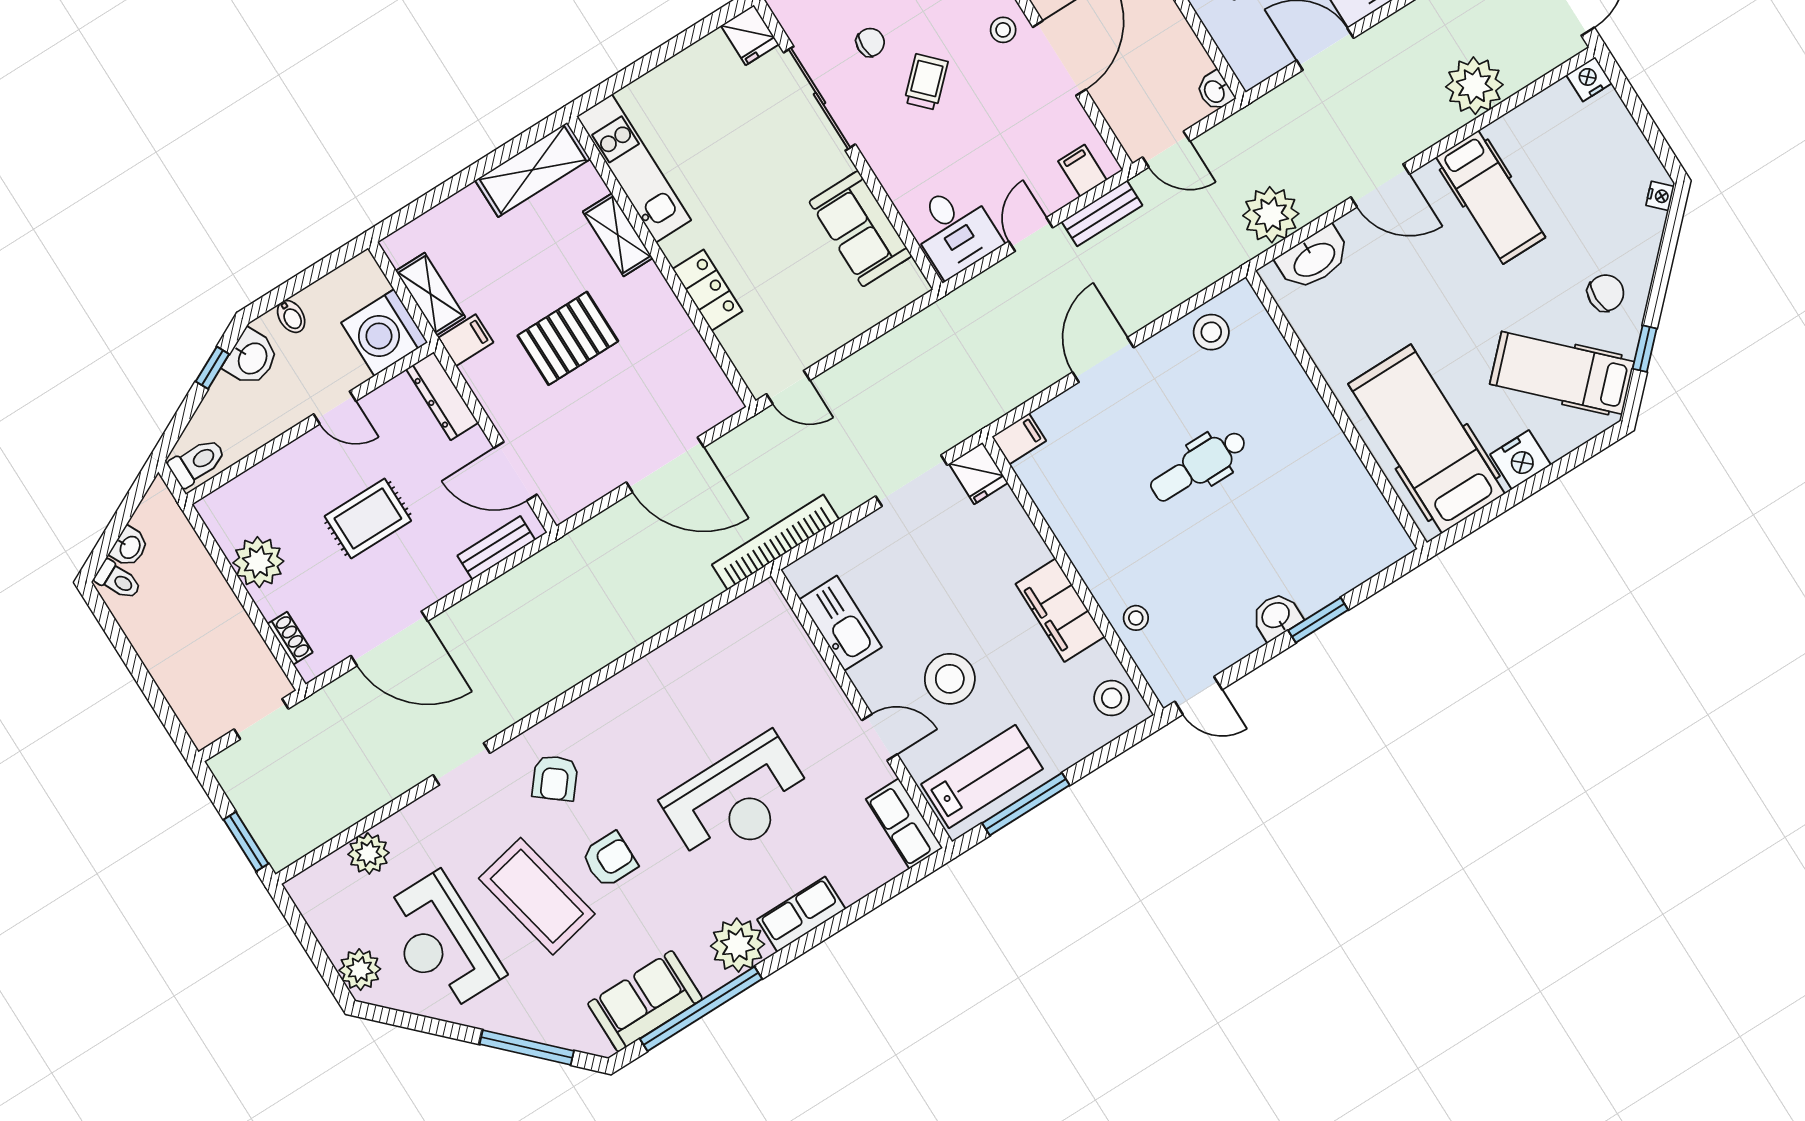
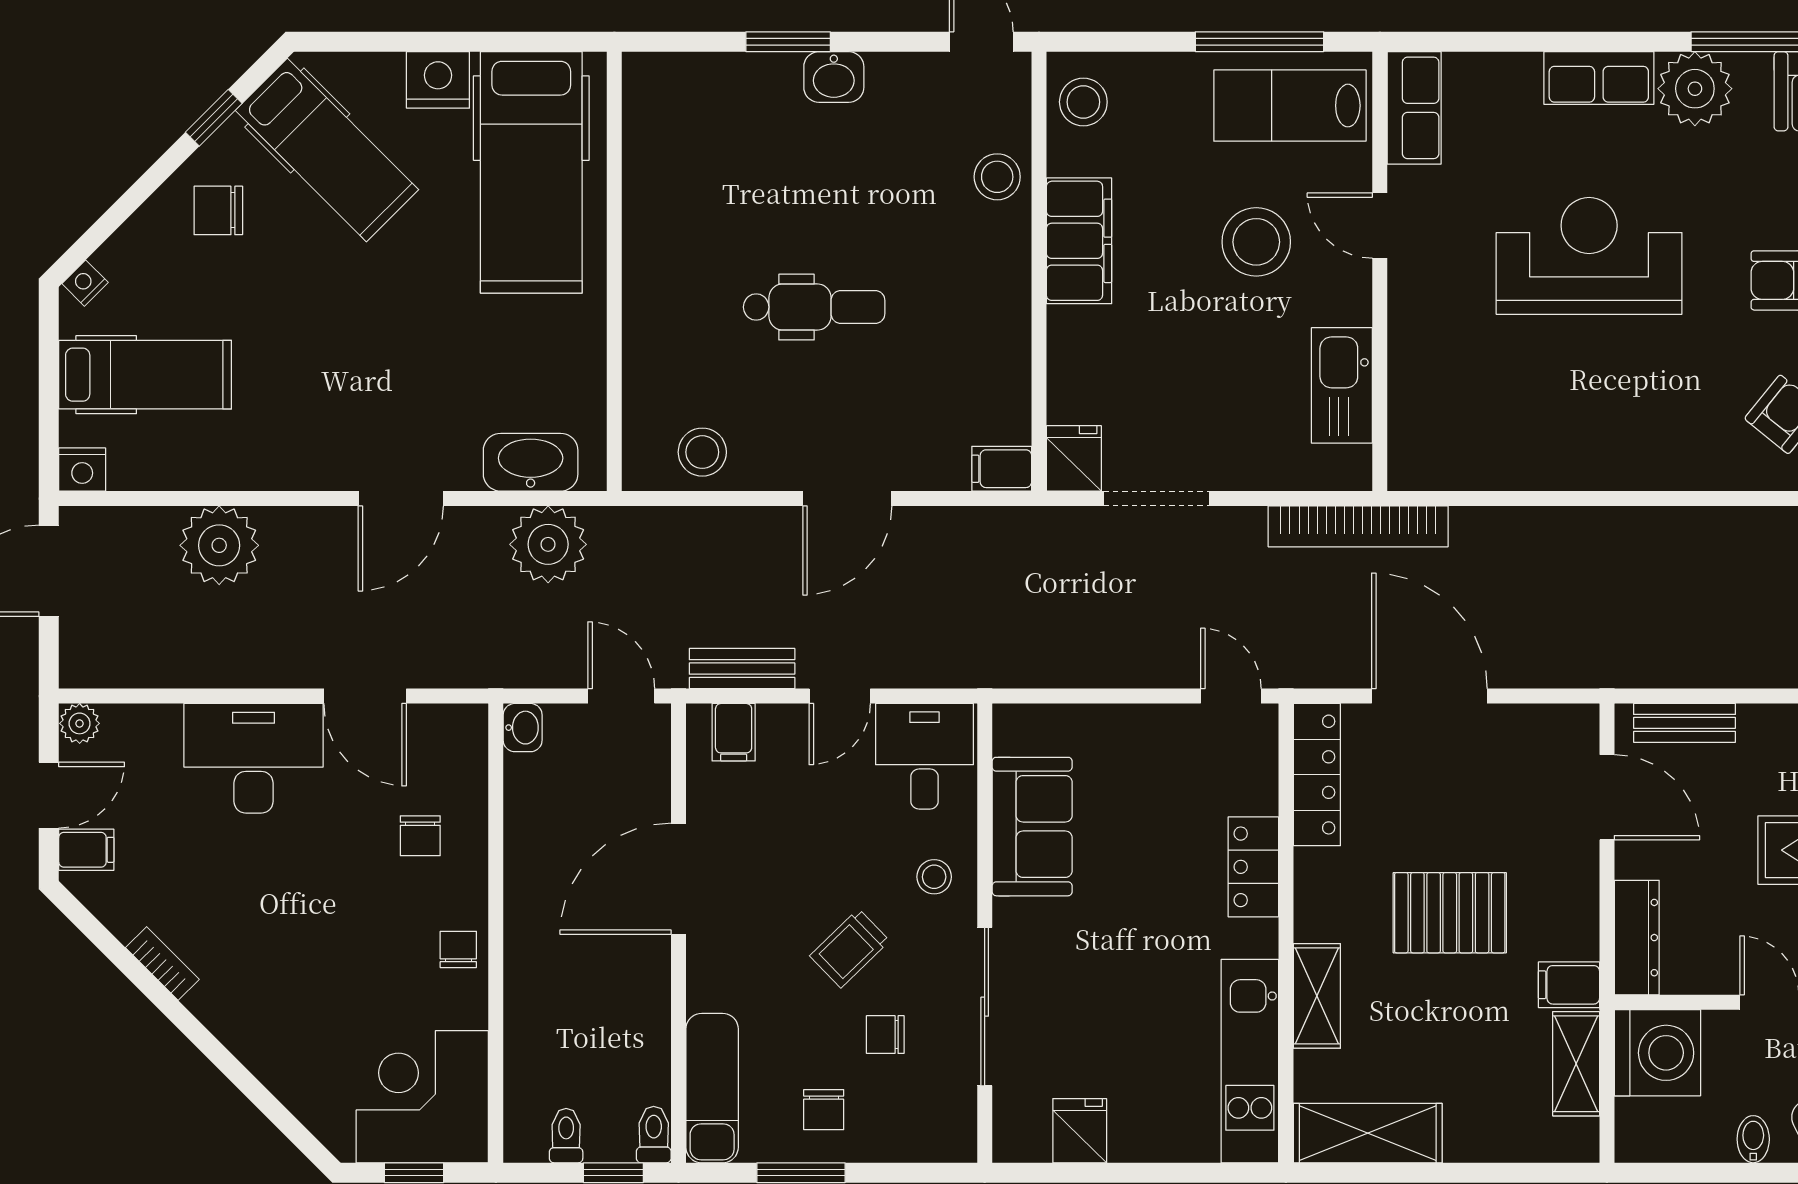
stool: (1003, 30) -> (934, 877), moved
fridge: (750, 35) -> (1080, 1131), moved
door: (1380, 186) -> (401, 499), swing flipped
hospital bed: (1491, 197) -> (145, 375), moved, turned 90
locker: (704, 372) -> (1317, 775), added
stool: (1136, 618) -> (997, 177), width x1.37, depth x1.37

